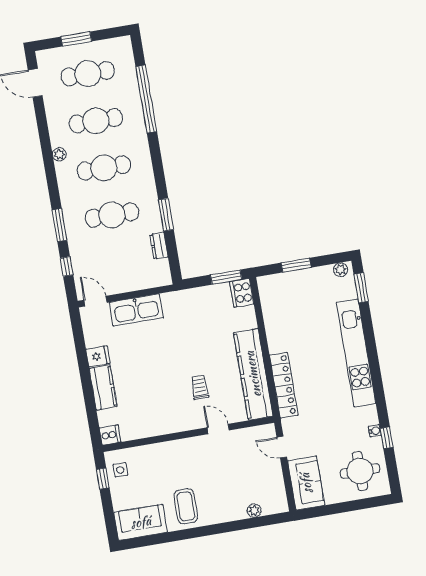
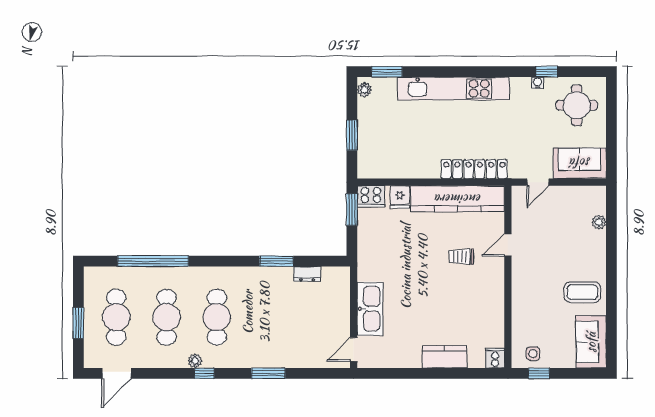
cafe table: (112, 215) -> (267, 317), removed
window: (67, 266) -> (204, 373), moved
fridge: (98, 356) -> (400, 197), moved, turned 180

